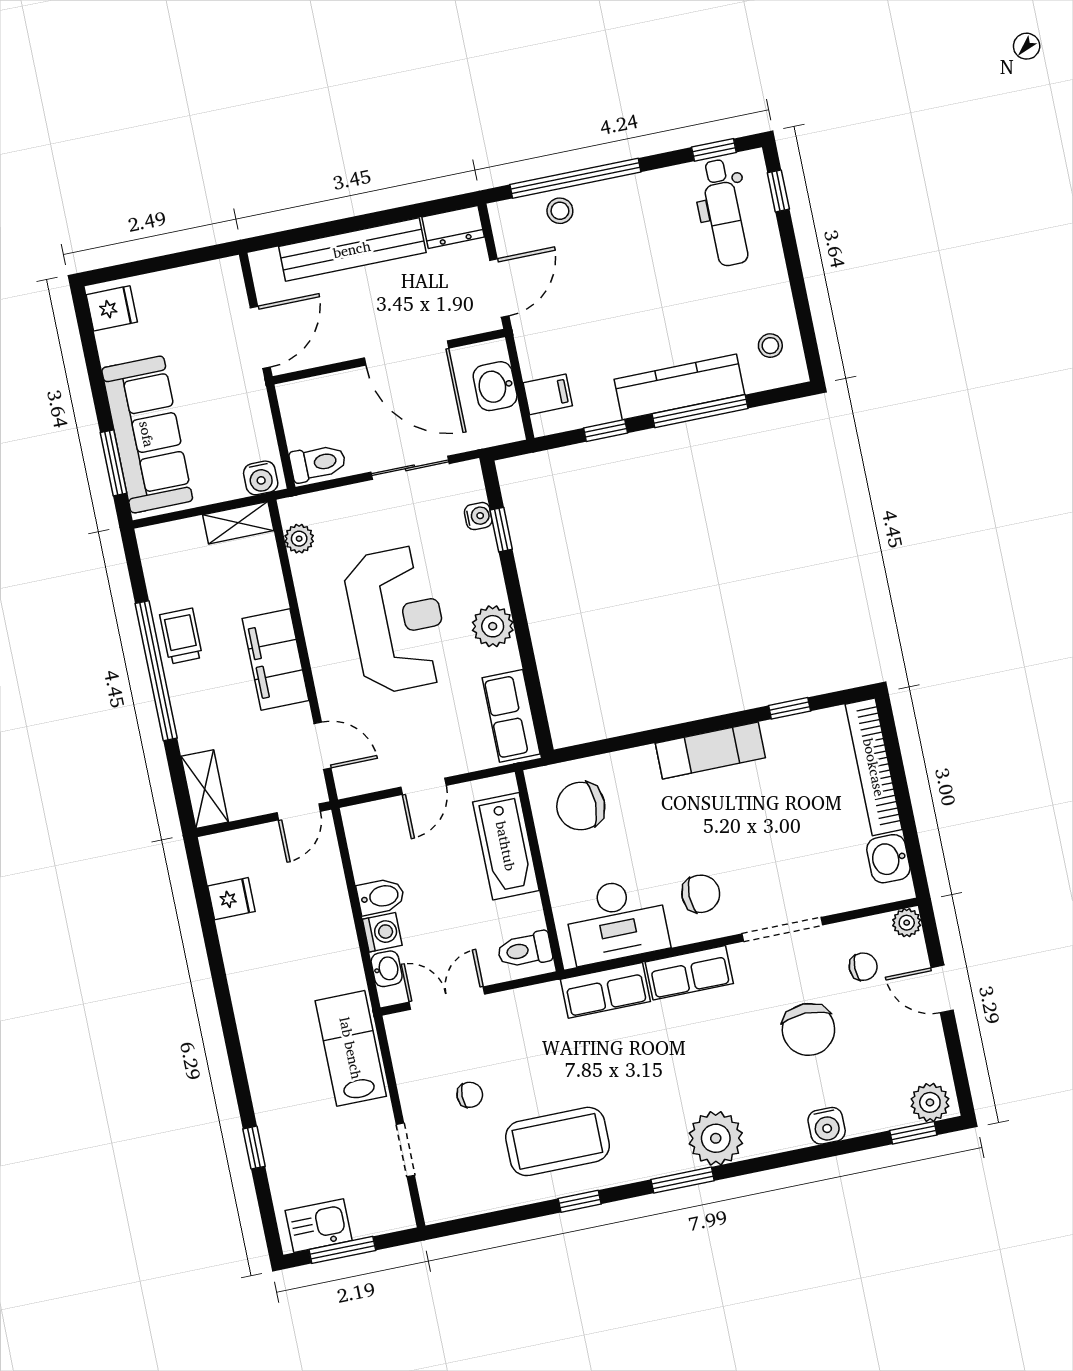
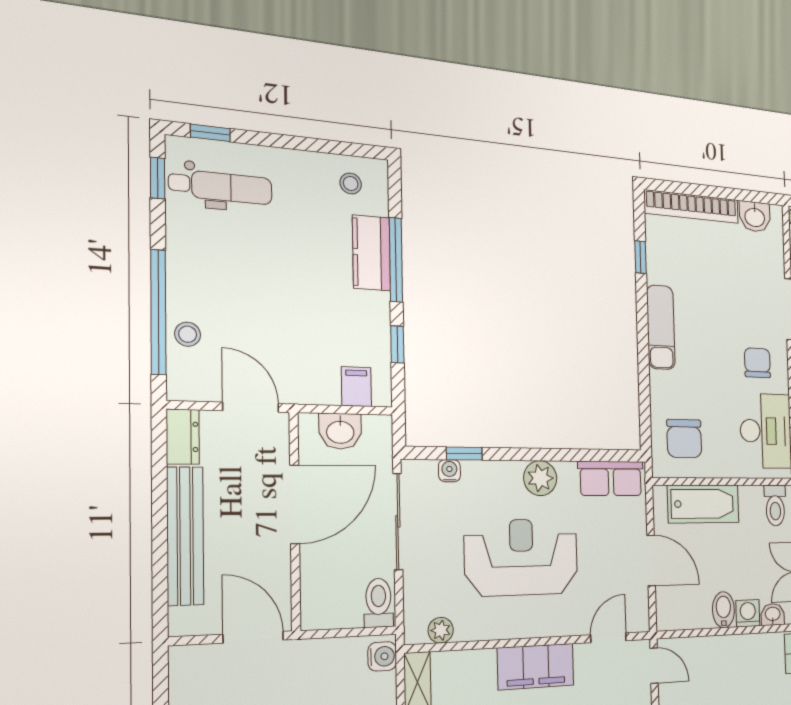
kitchen counter: (679, 387) -> (371, 253), width x0.67
sliding door: (410, 468) -> (398, 521), width x1.37
door: (423, 786) -> (651, 560), width x1.38

